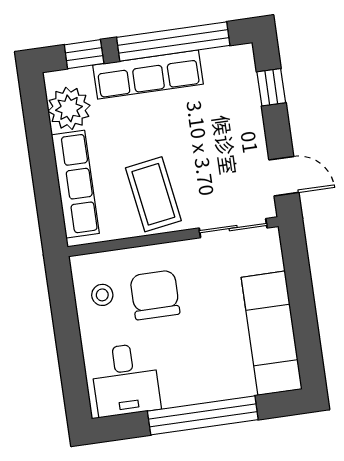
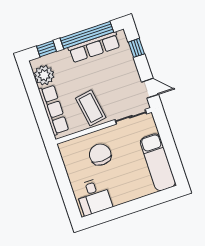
row of seats: (148, 75) -> (94, 47), moved
stool: (102, 295) -> (76, 159), removed
window: (203, 415) -> (133, 206), removed

